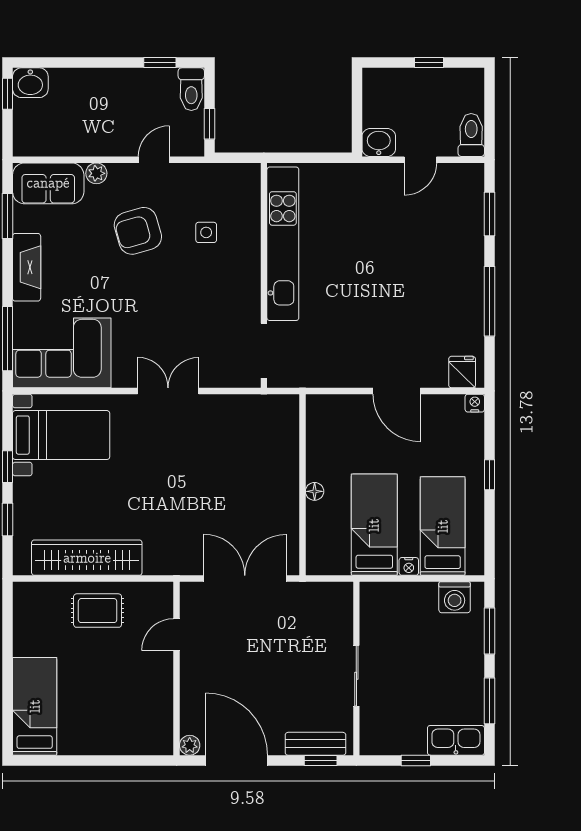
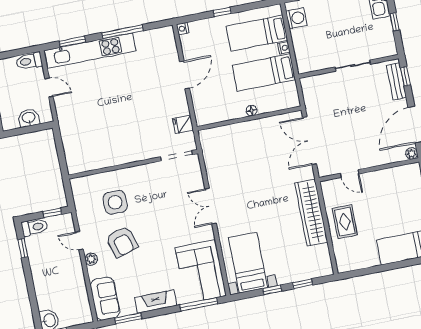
washbasin: (379, 142) -> (29, 118), moved, turned 90
plant: (96, 173) -> (91, 259), moved
side table: (206, 232) -> (115, 202), width x1.87, depth x1.87
kitchen unit: (283, 244) -> (90, 51), moved, turned 180
fridge: (462, 372) -> (183, 124), moved
wardrobe: (87, 558) -> (311, 213), moved

